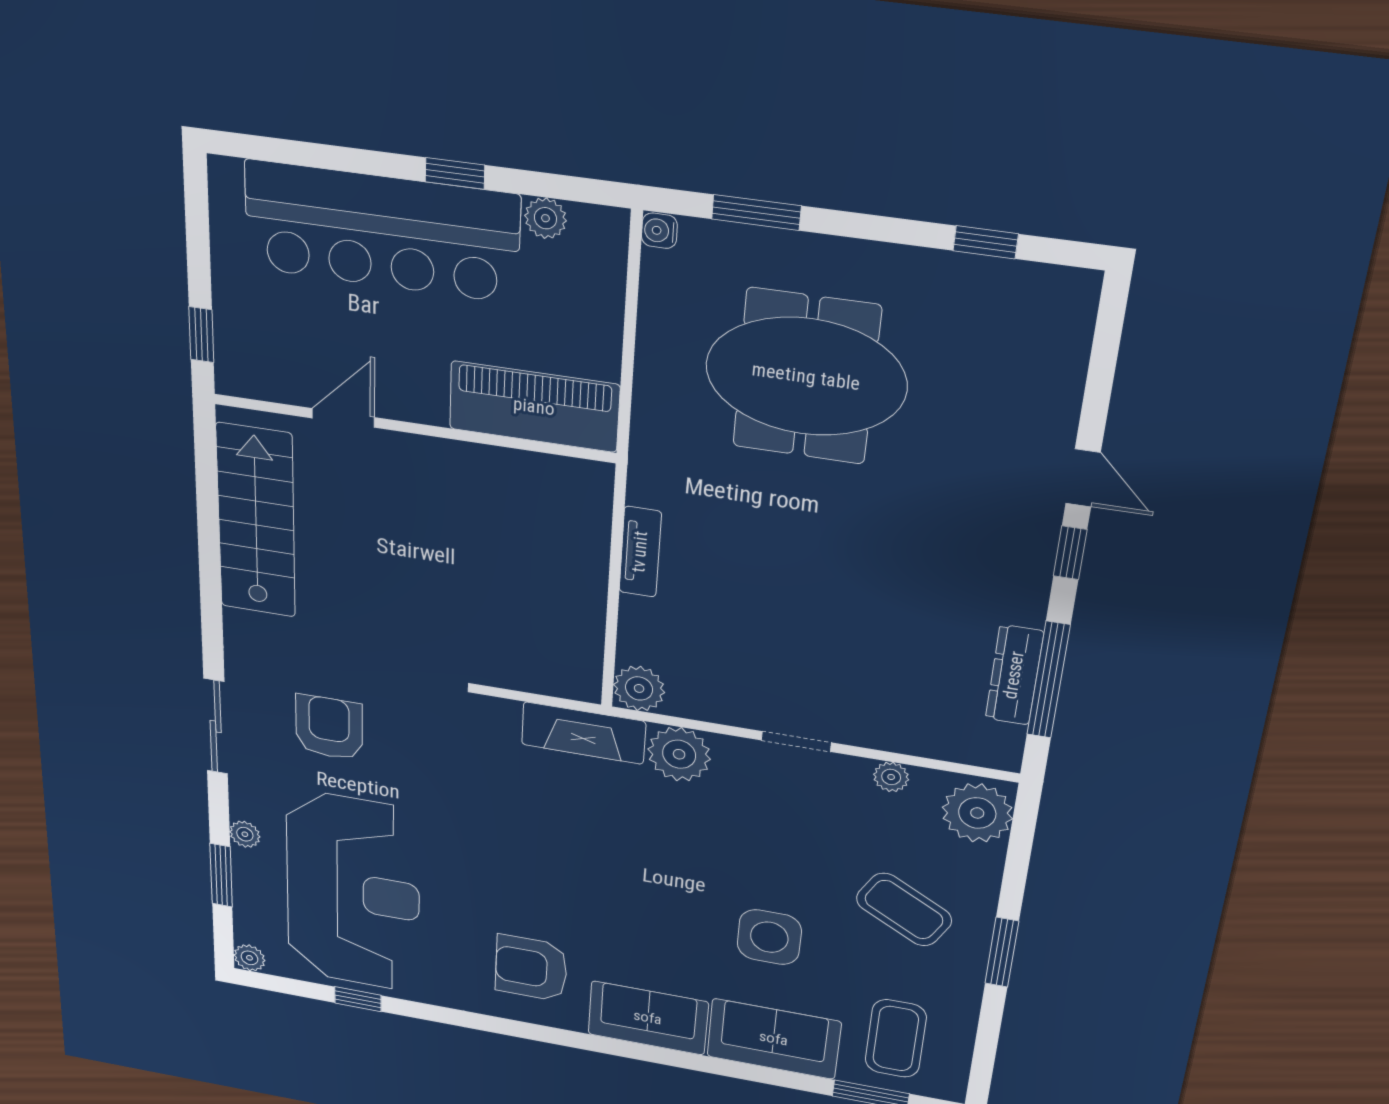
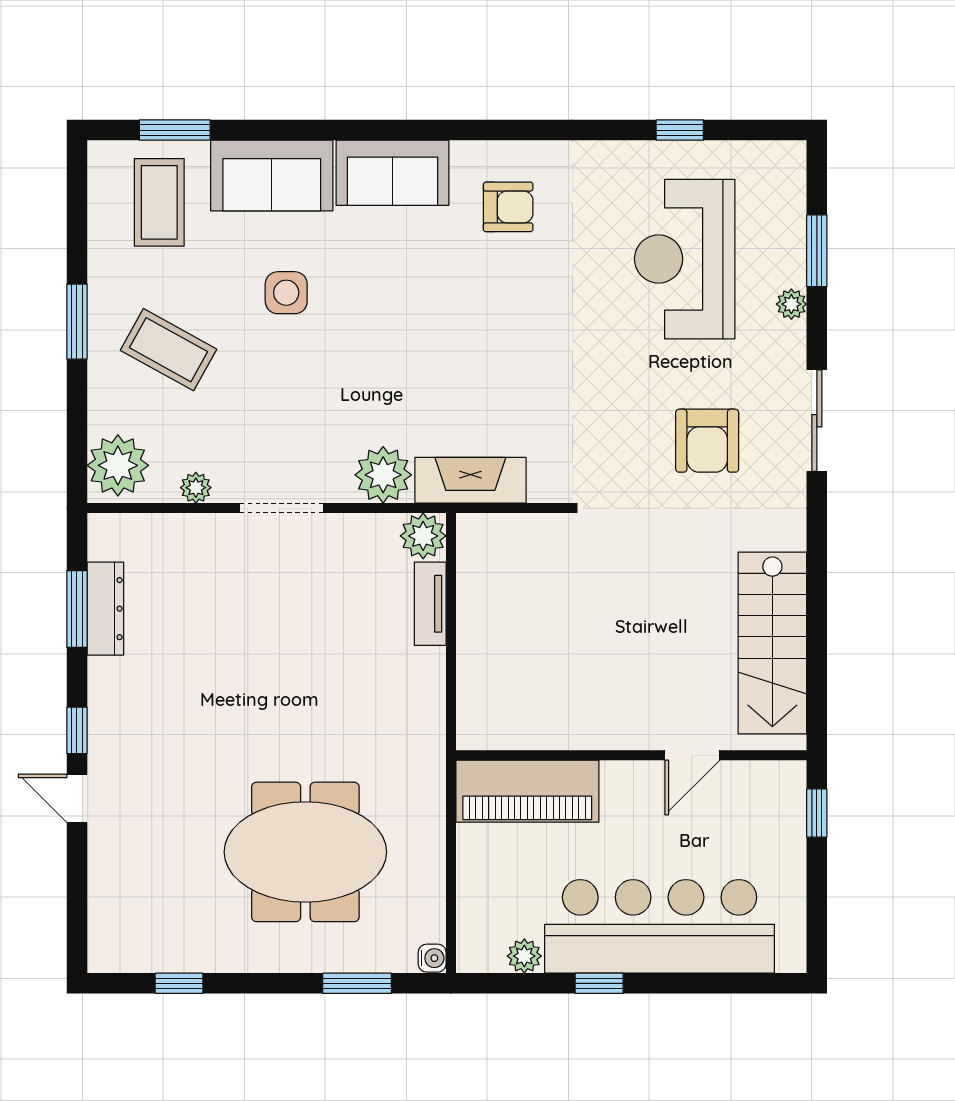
tv unit: (640, 552) -> (430, 604), moved
window: (1048, 680) -> (77, 609), width x0.69
doorway: (796, 741) -> (281, 508), width x1.38
reception desk: (353, 892) -> (685, 259), width x0.74, depth x0.77
side table: (769, 937) -> (286, 293), width x0.73, depth x0.73
plant: (249, 958) -> (791, 156), removed
armchair: (531, 968) -> (508, 207), width x0.72, depth x0.72

